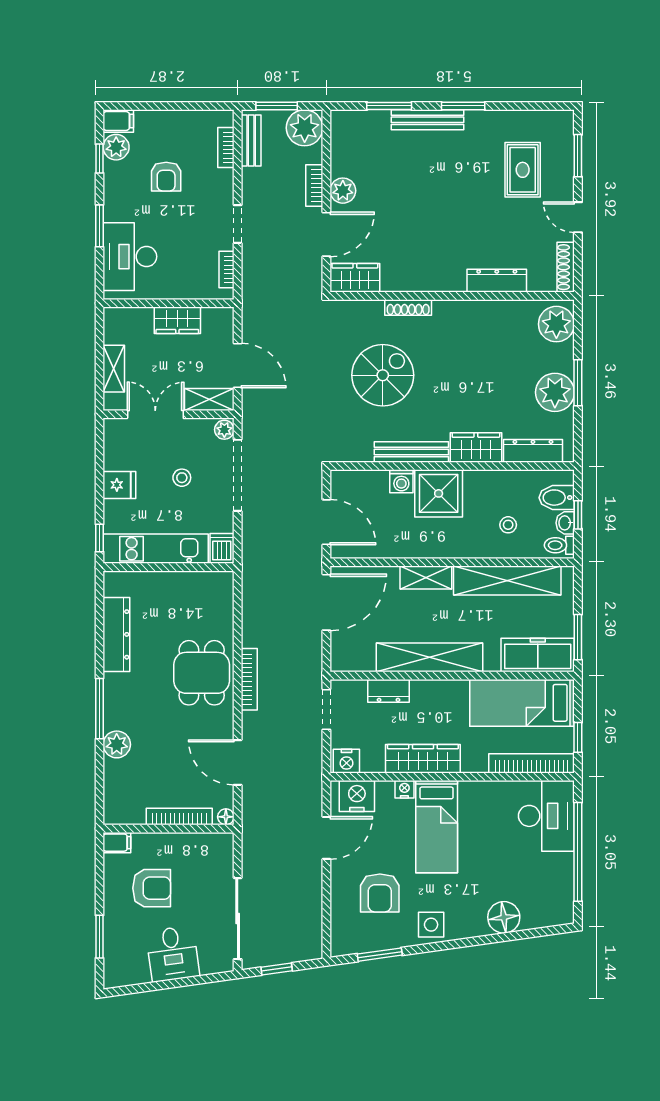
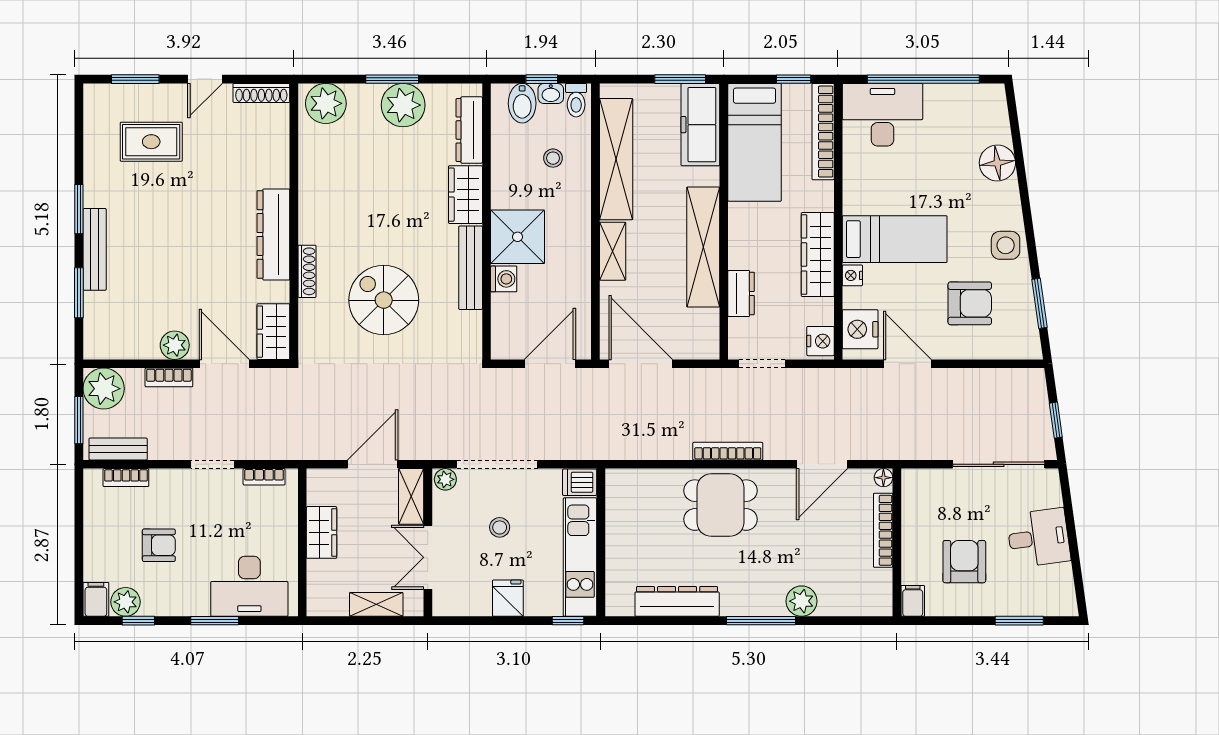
dresser: (497, 281) -> (273, 234), moved, width x1.37, depth x1.24

